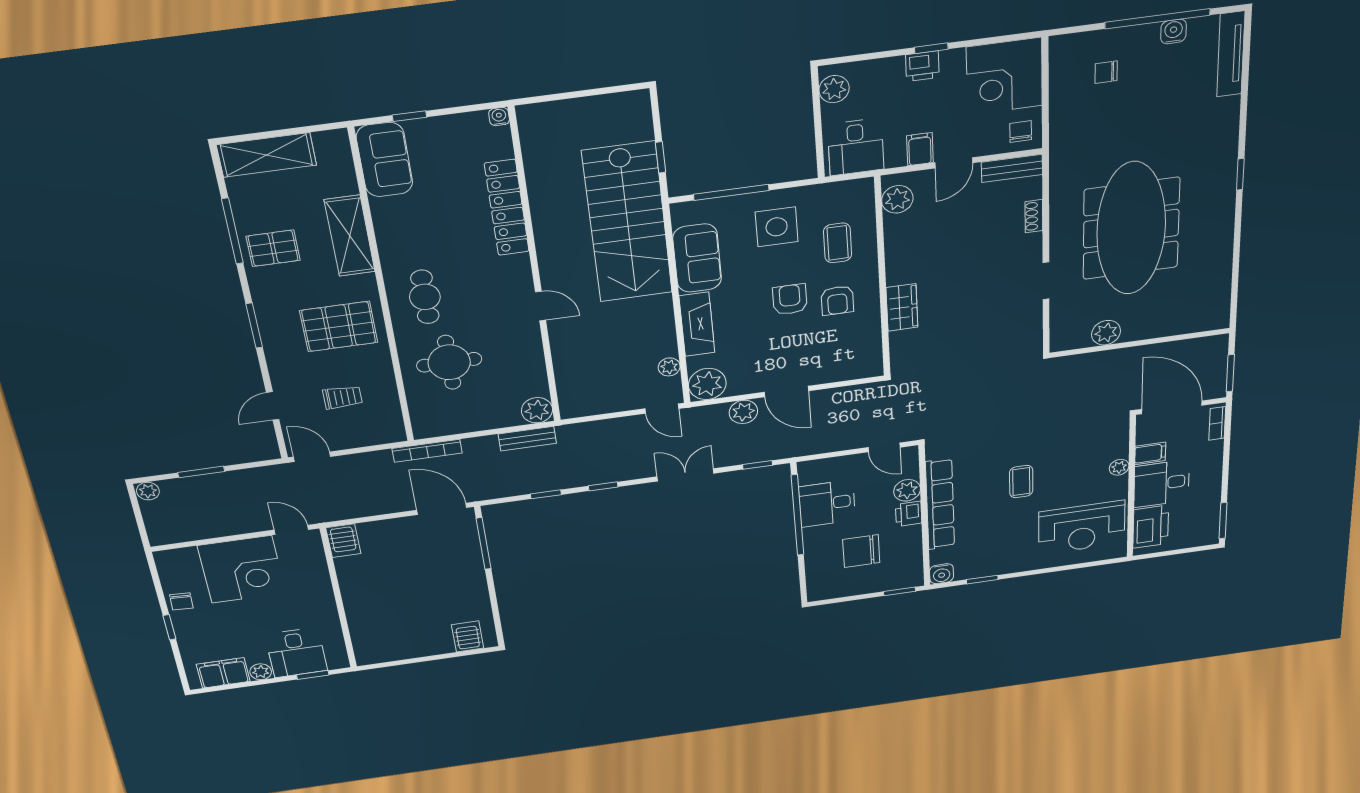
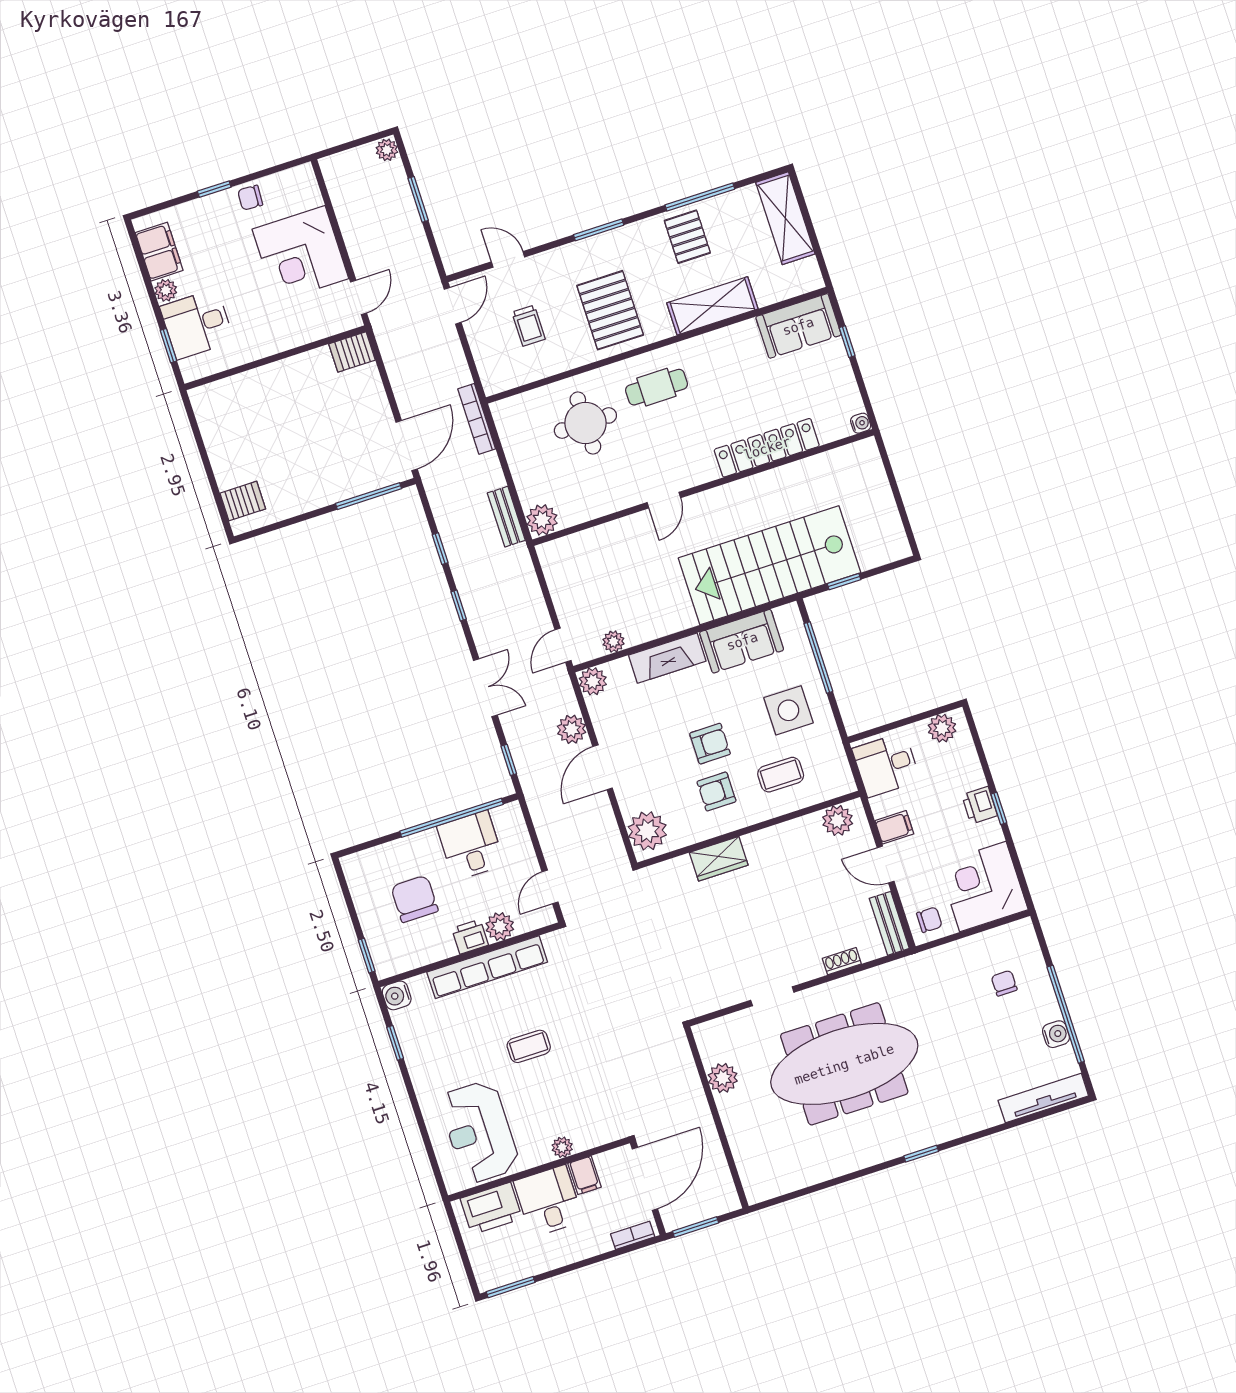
plant: (857, 363) -> (647, 831), added
plant: (707, 384) -> (593, 681), width x0.73, depth x0.73

